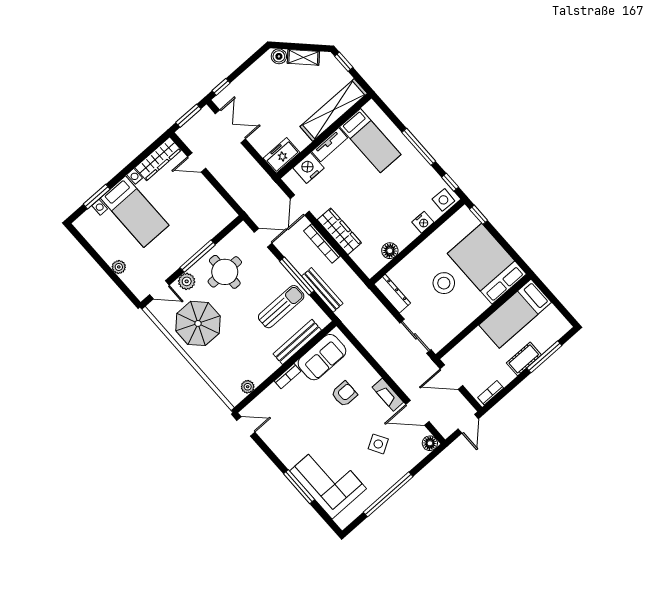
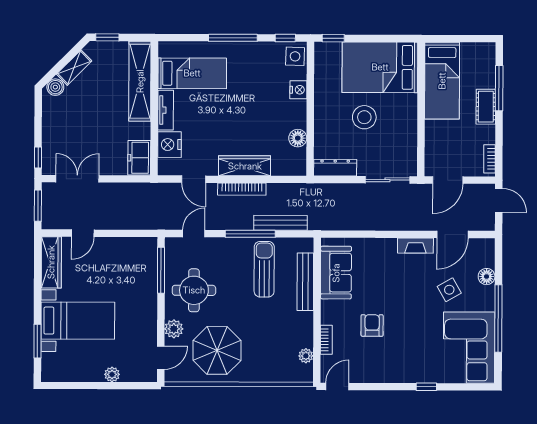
window: (198, 256) -> (161, 270), moved
bookcase: (287, 376) -> (326, 340), moved
armchair: (344, 394) -> (372, 325), moved
floor lamp: (430, 443) -> (487, 277), moved
corner sofa: (328, 480) -> (469, 348), moved, turned -90
window: (299, 487) -> (426, 387), width x0.46

